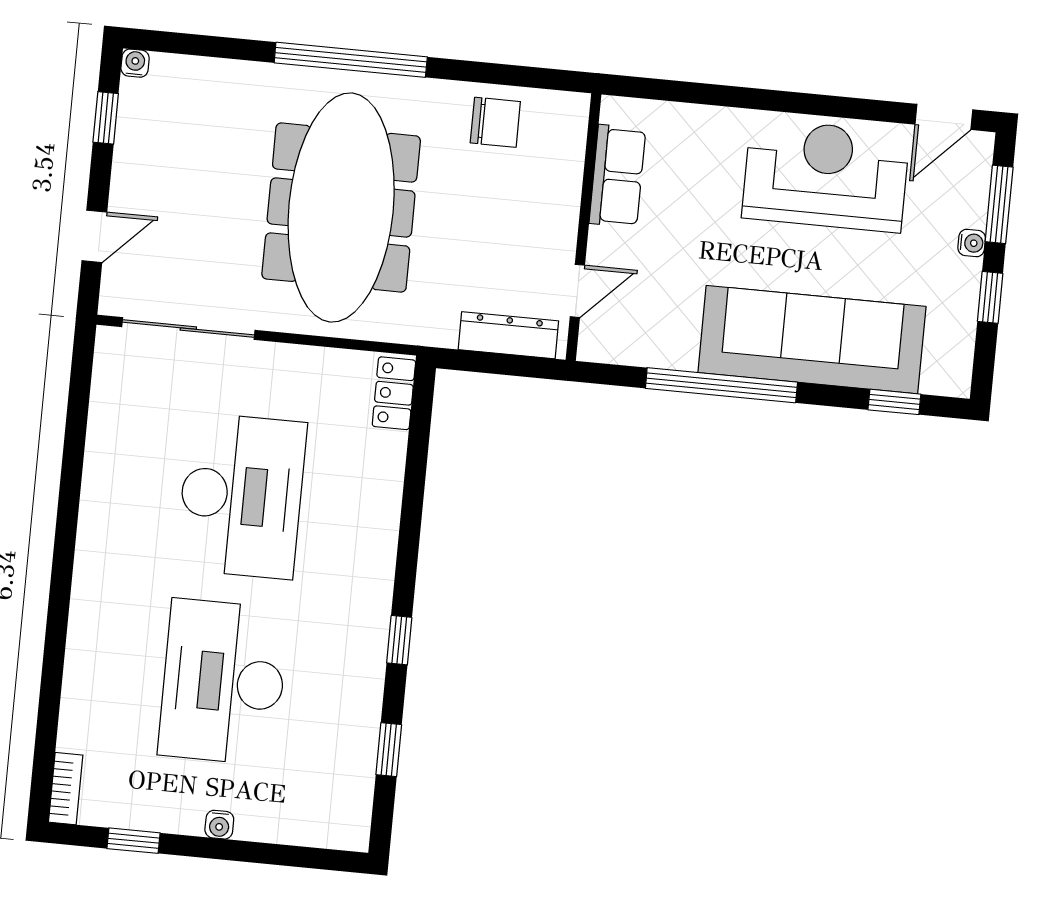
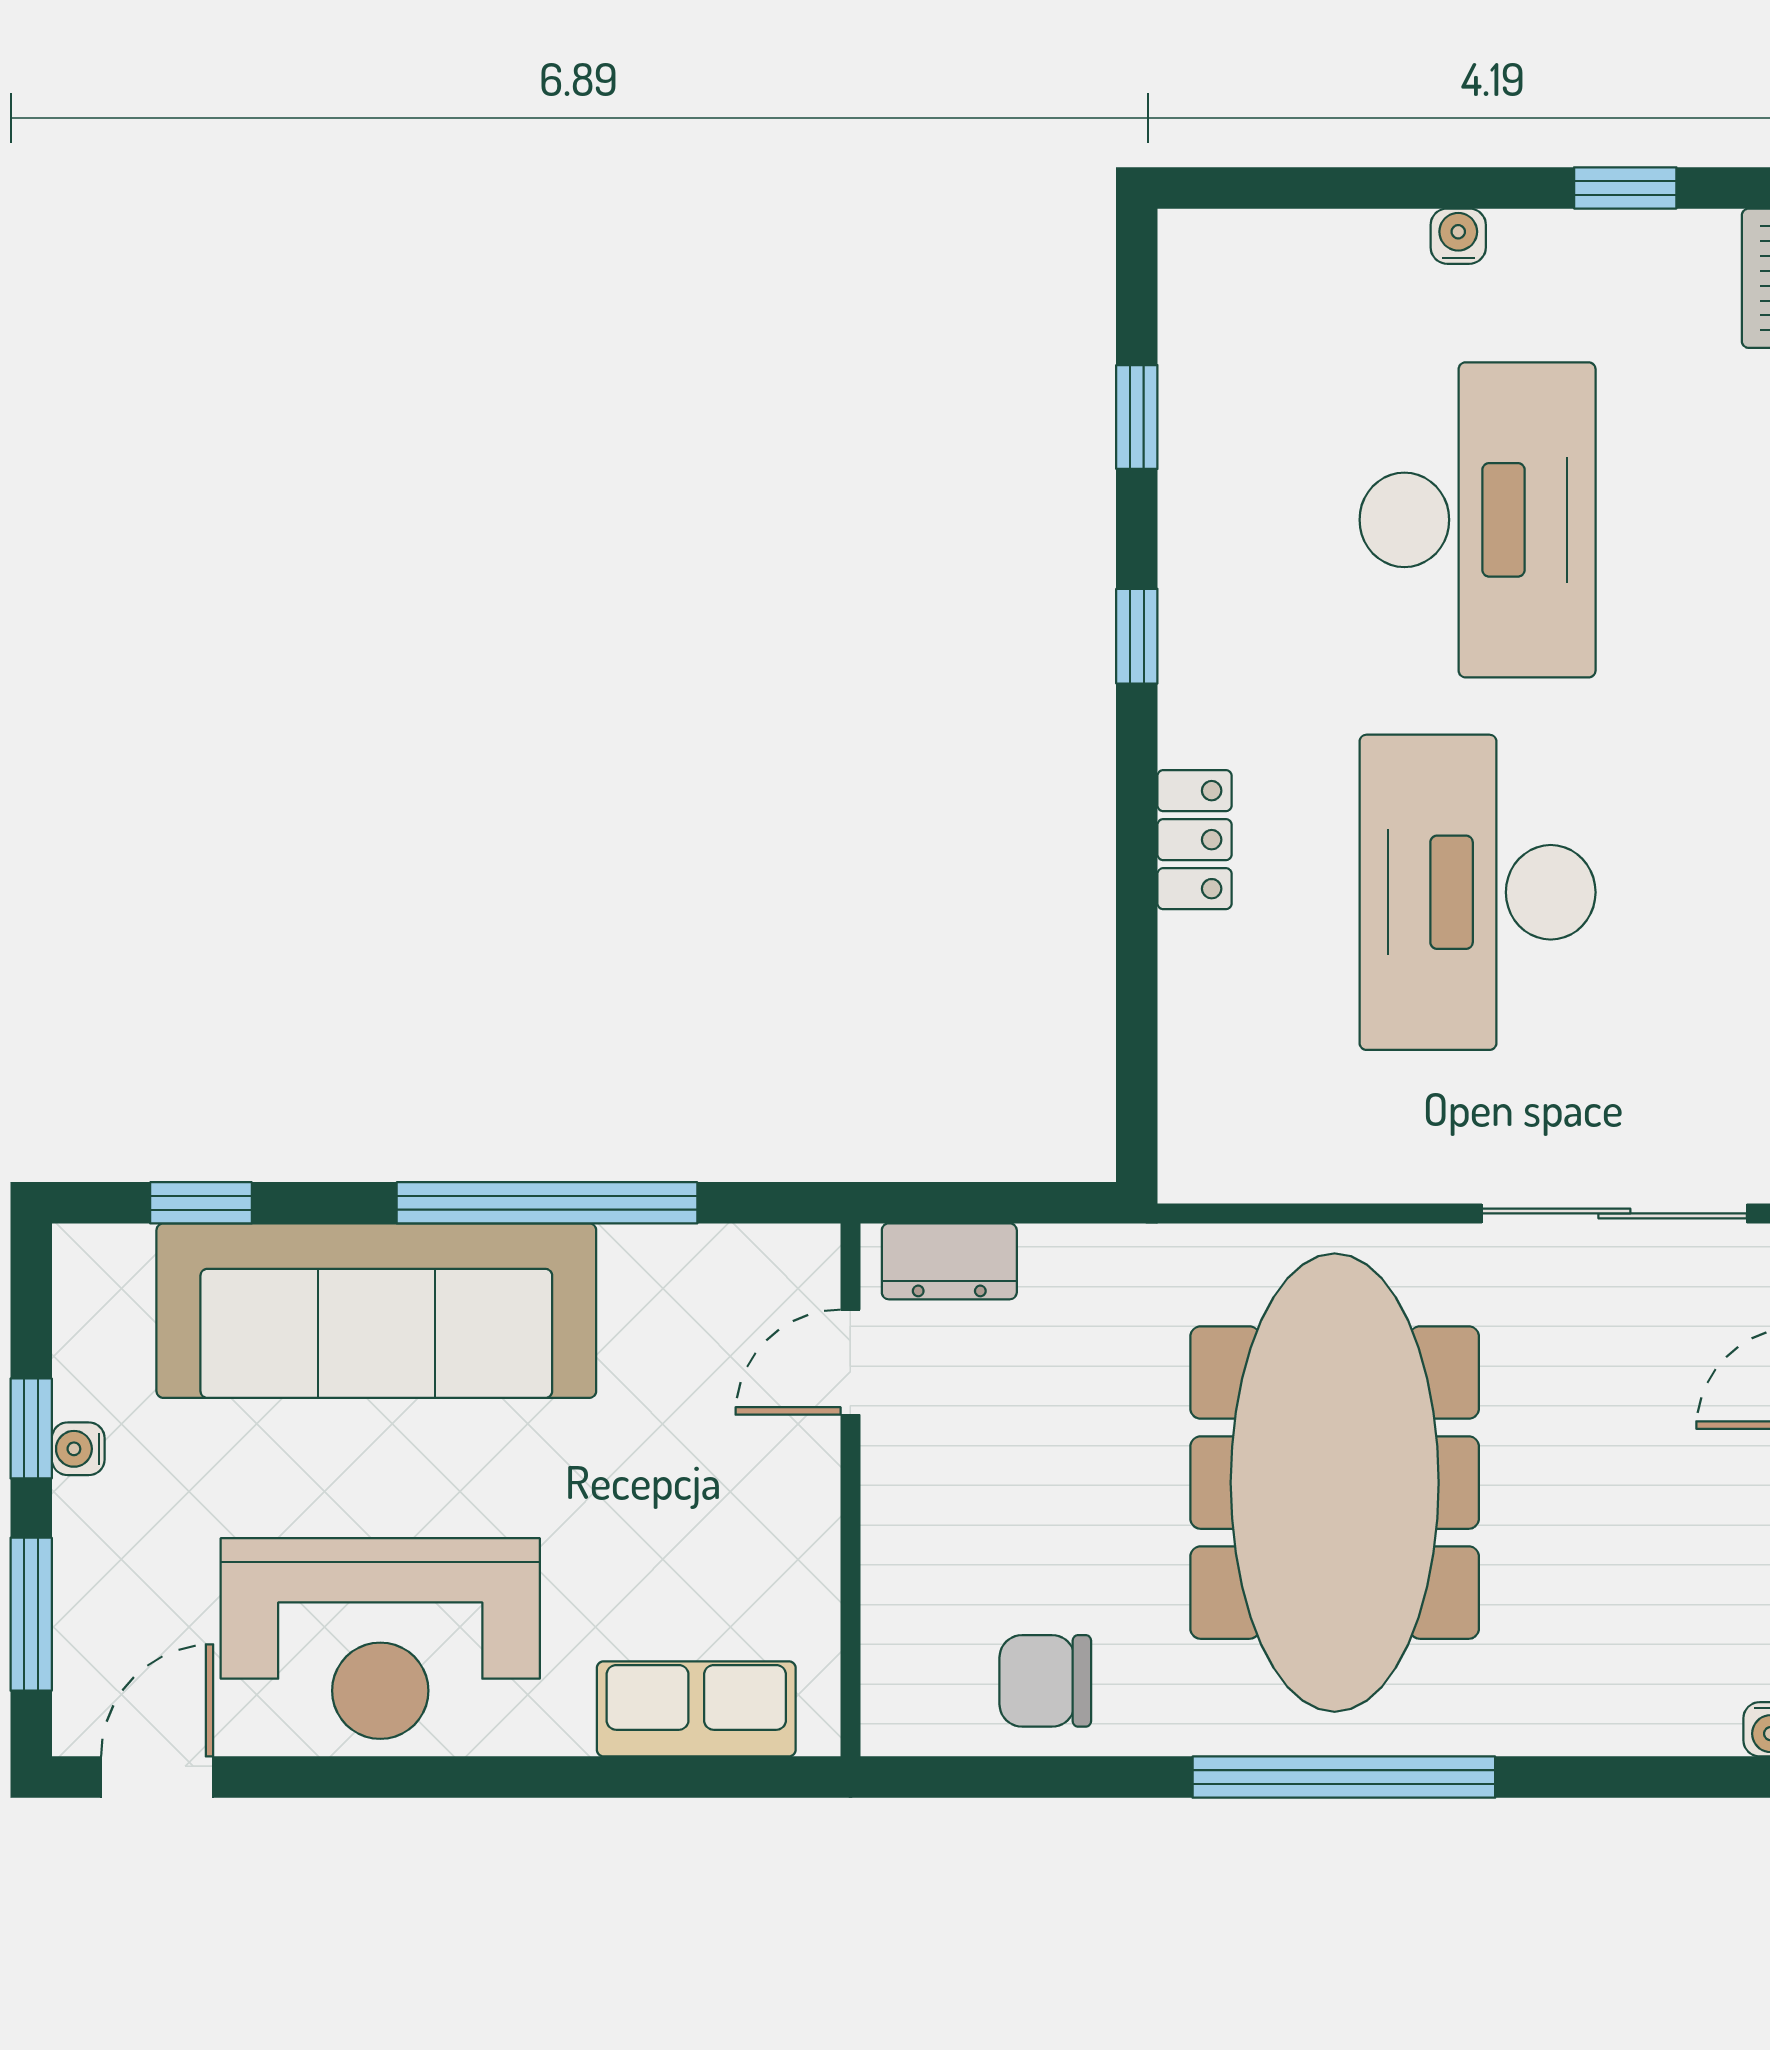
row of seats: (617, 176) -> (696, 1709), moved, turned 90
water cooler: (972, 243) -> (78, 1449), moved
dresser: (508, 335) -> (949, 1261), width x0.70
locker: (394, 393) -> (1195, 840), moved

